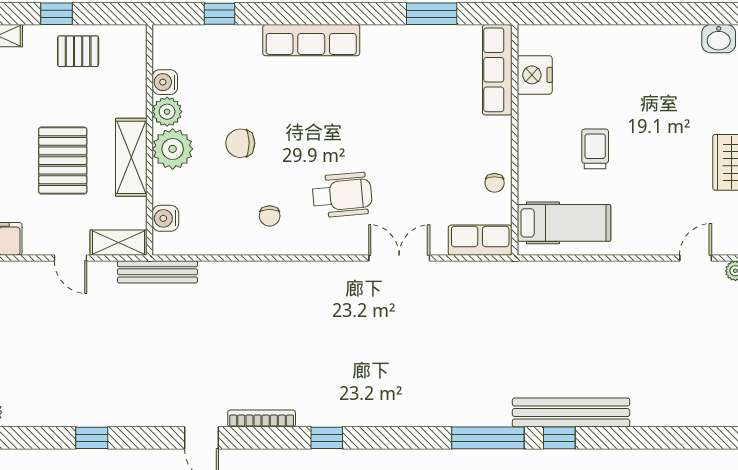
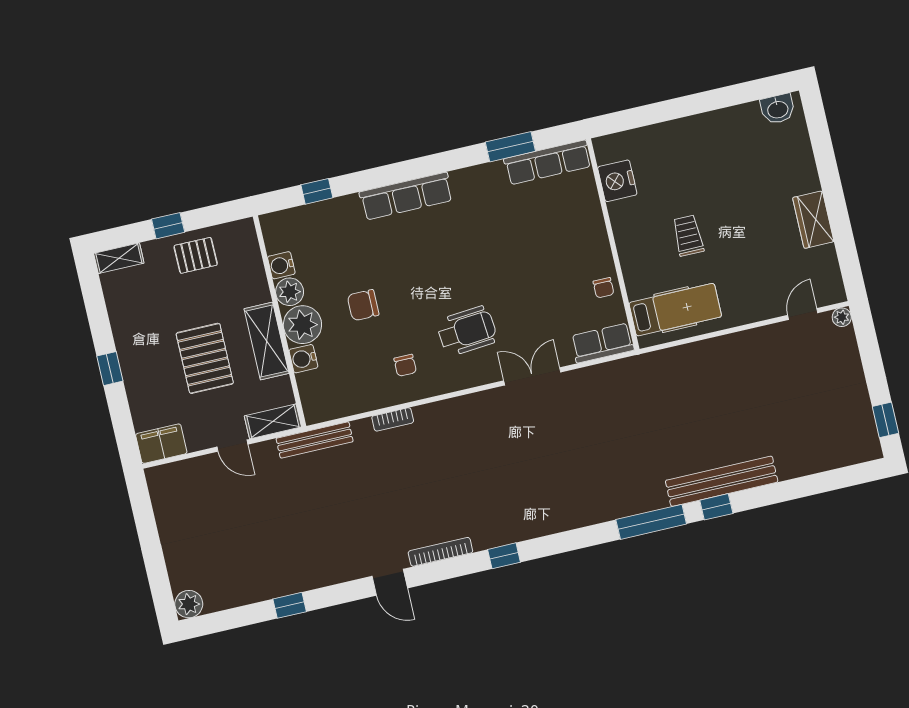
row of seats: (497, 70) -> (548, 162), moved, turned -90
water cooler: (165, 218) -> (303, 359), moved
bookcase: (244, 269) -> (393, 419), added

